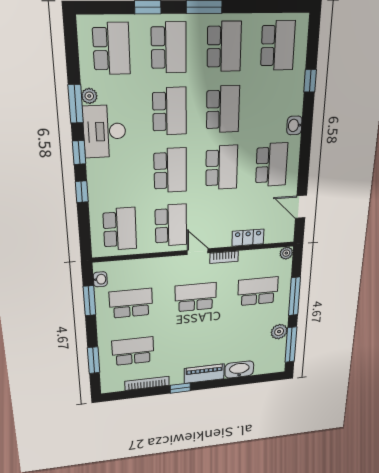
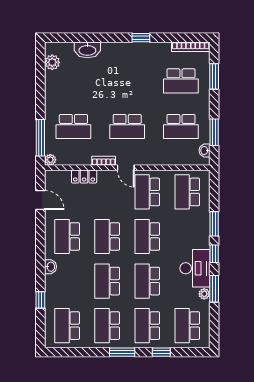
window: (82, 192) -> (214, 224), width x1.50
window: (294, 296) -> (40, 138), moved
plant: (279, 332) -> (52, 62), moved
window: (291, 345) -> (40, 70), removed
piano: (204, 374) -> (119, 50), removed
bookcase: (147, 383) -> (191, 47), moved

